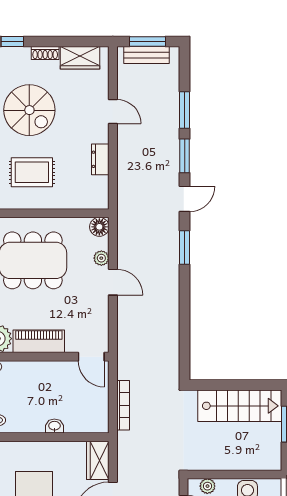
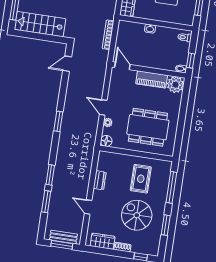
rug: (32, 172) -> (141, 179), turned 90
door: (185, 199) -> (67, 64), moved

